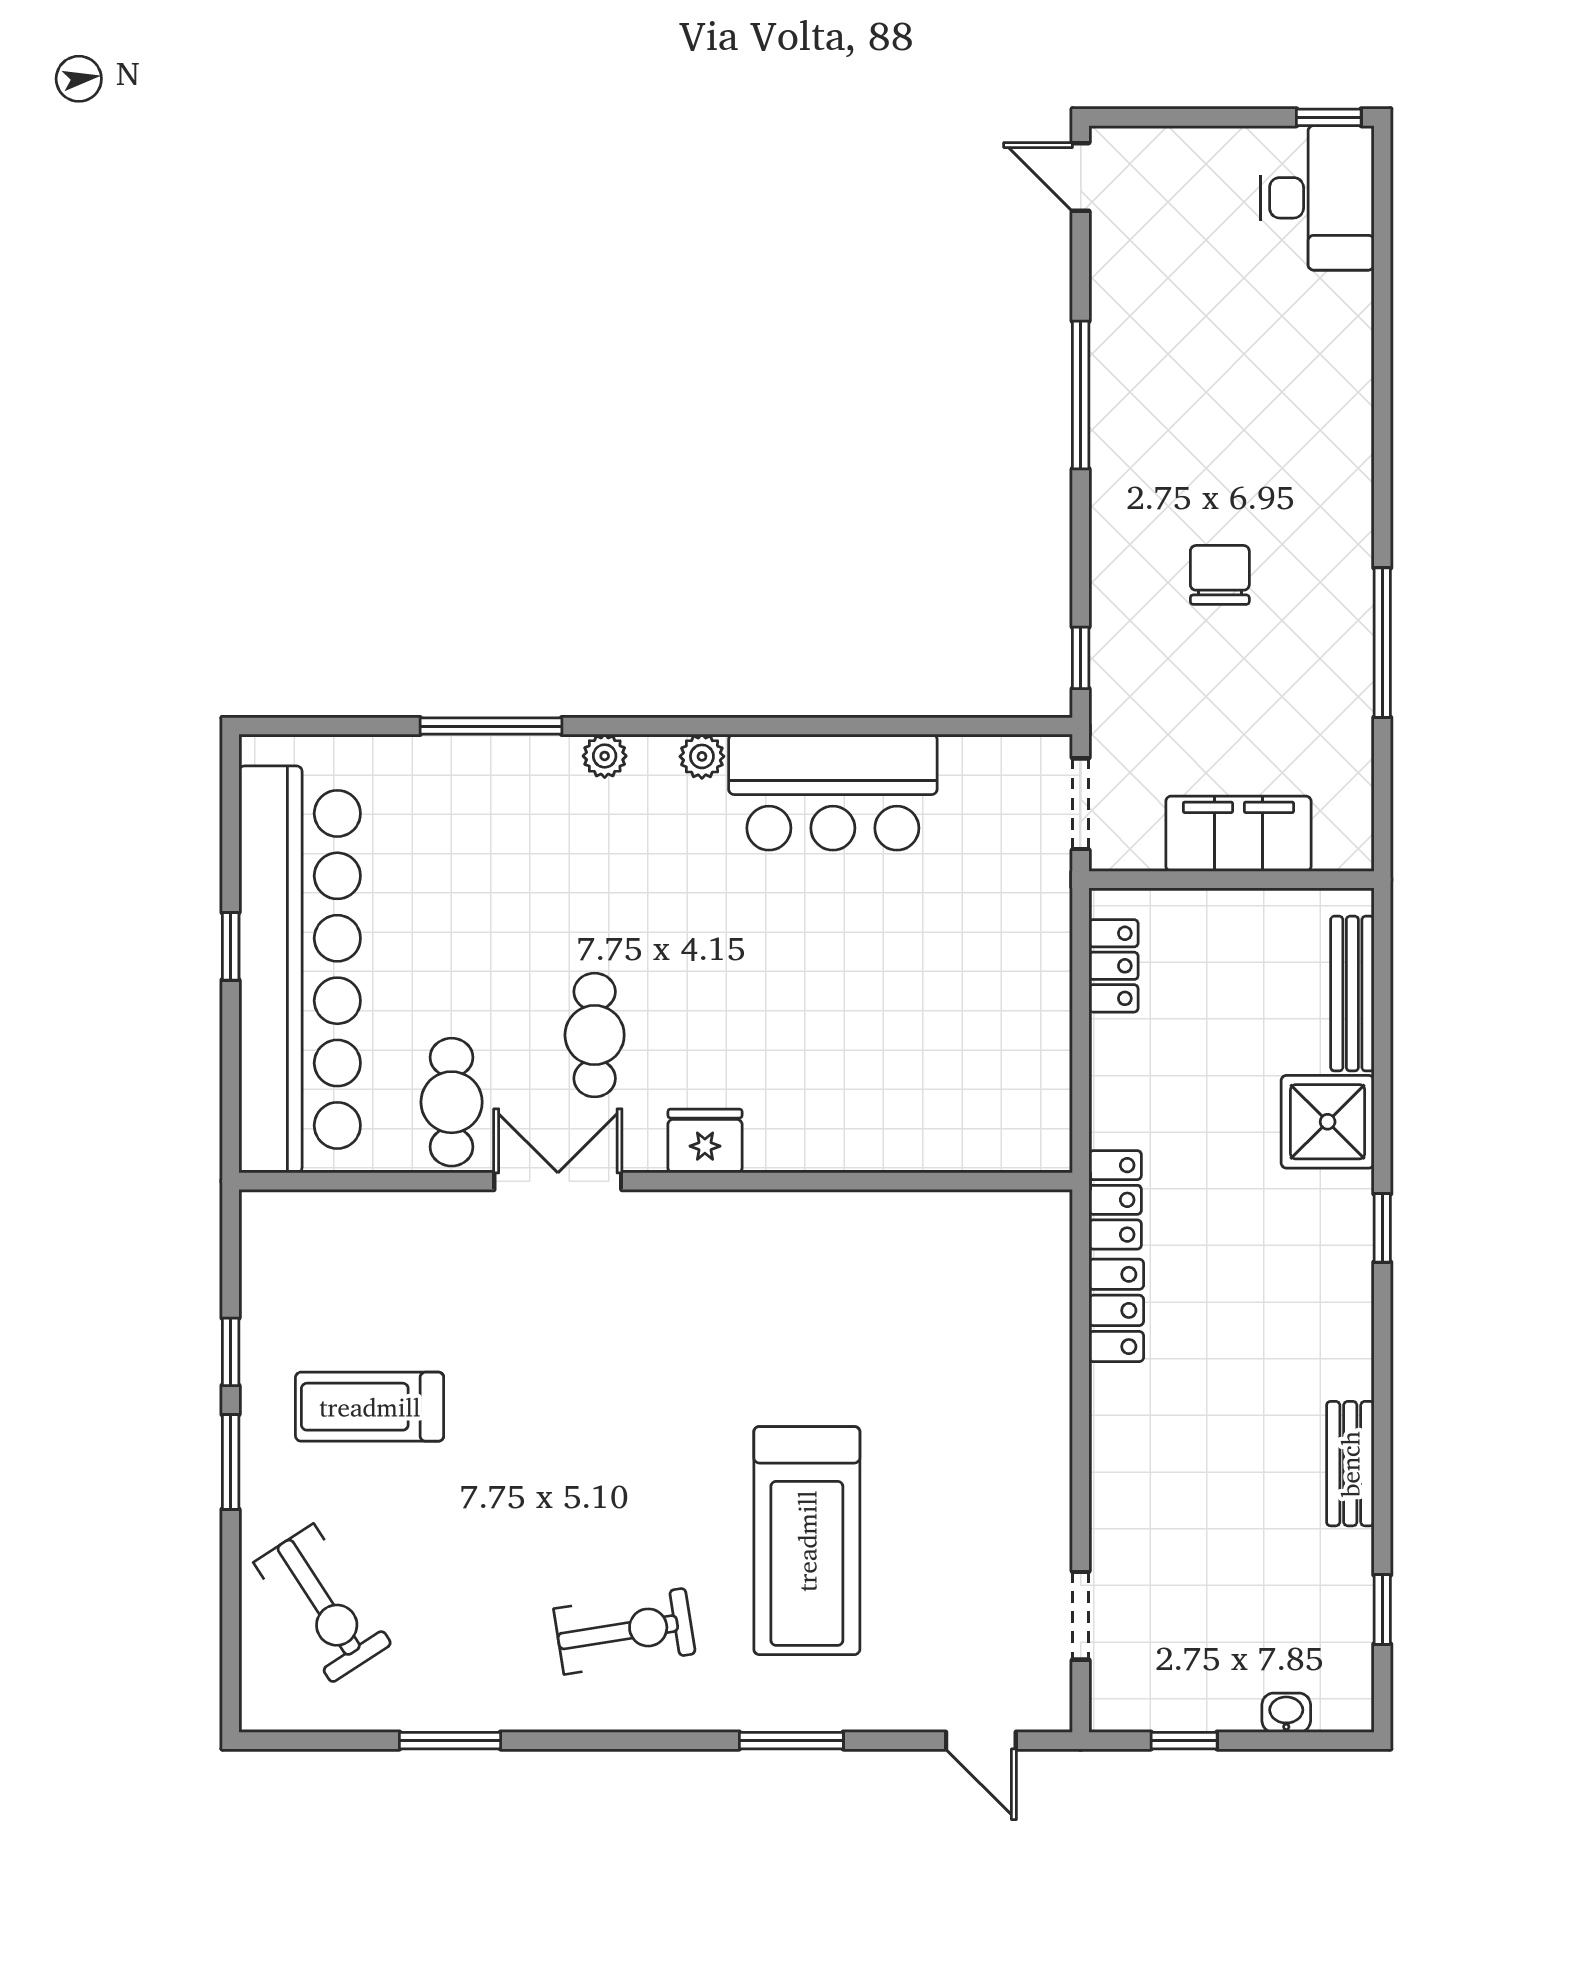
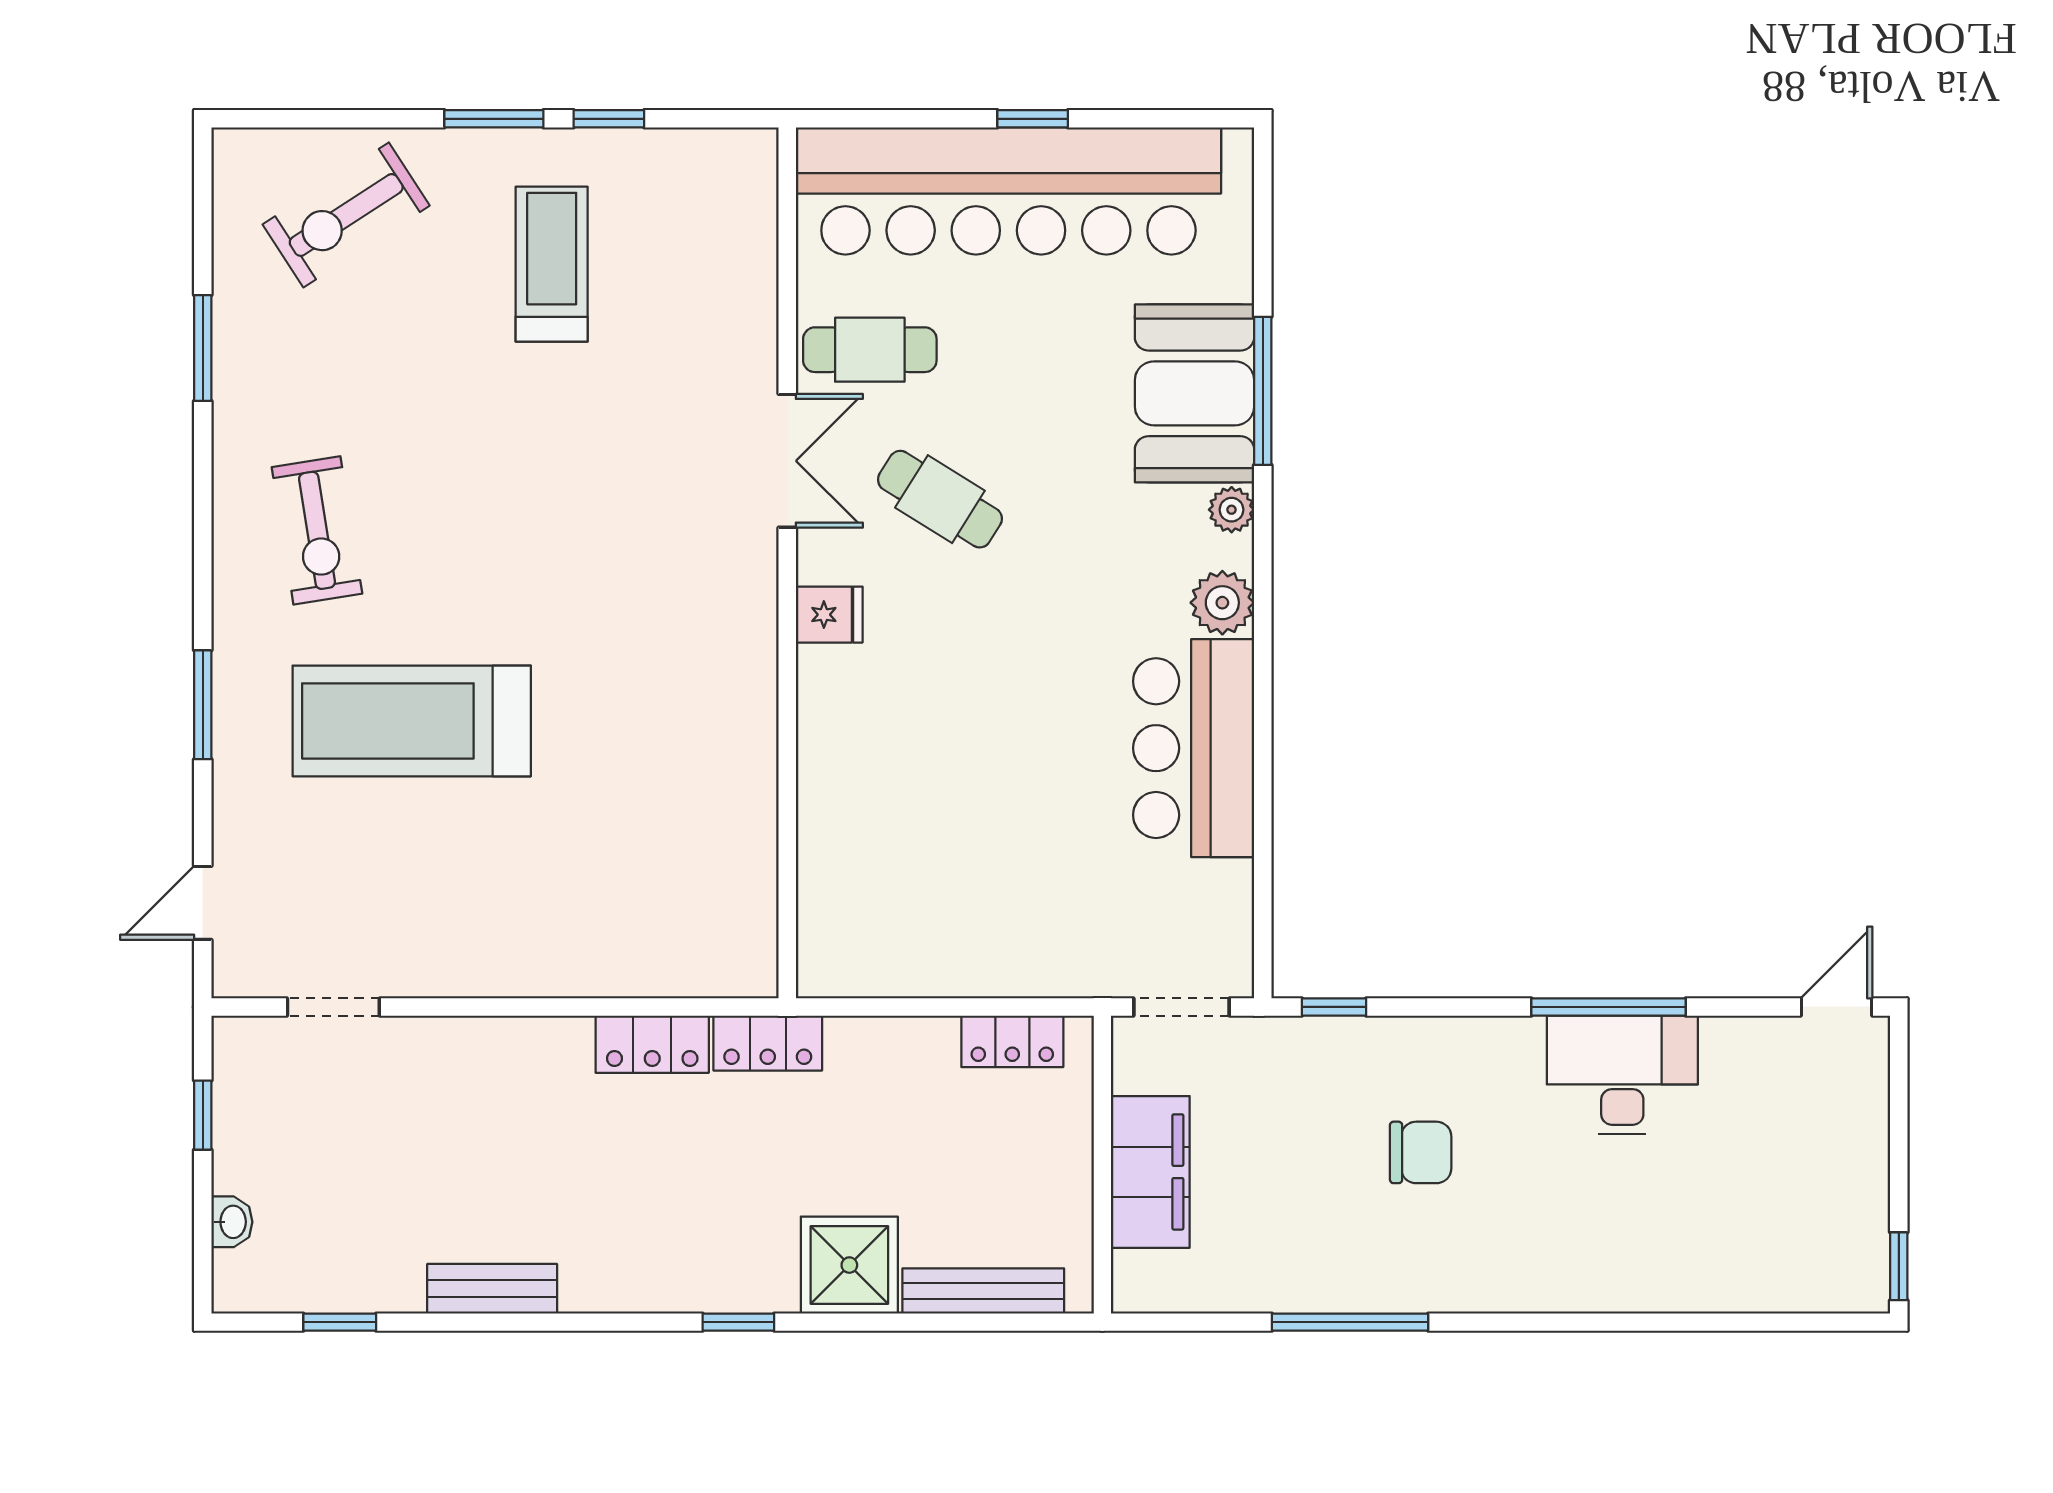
desk: (1317, 198) -> (1622, 1075), moved, turned 180
plant: (702, 756) -> (1222, 603), width x1.38, depth x1.38
booth: (493, 791) -> (1195, 393), added
cafe table: (595, 1035) -> (940, 499), turned 32
fridge: (705, 1141) -> (829, 615), width x0.72

